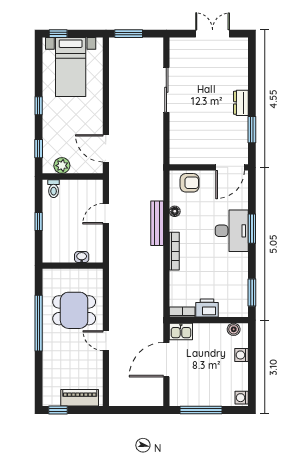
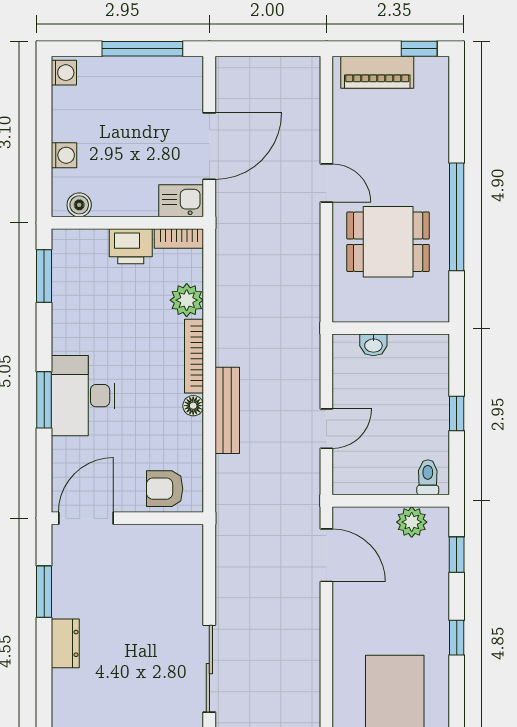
floor lamp: (175, 211) -> (193, 406), moved
plant: (178, 280) -> (187, 300), added

